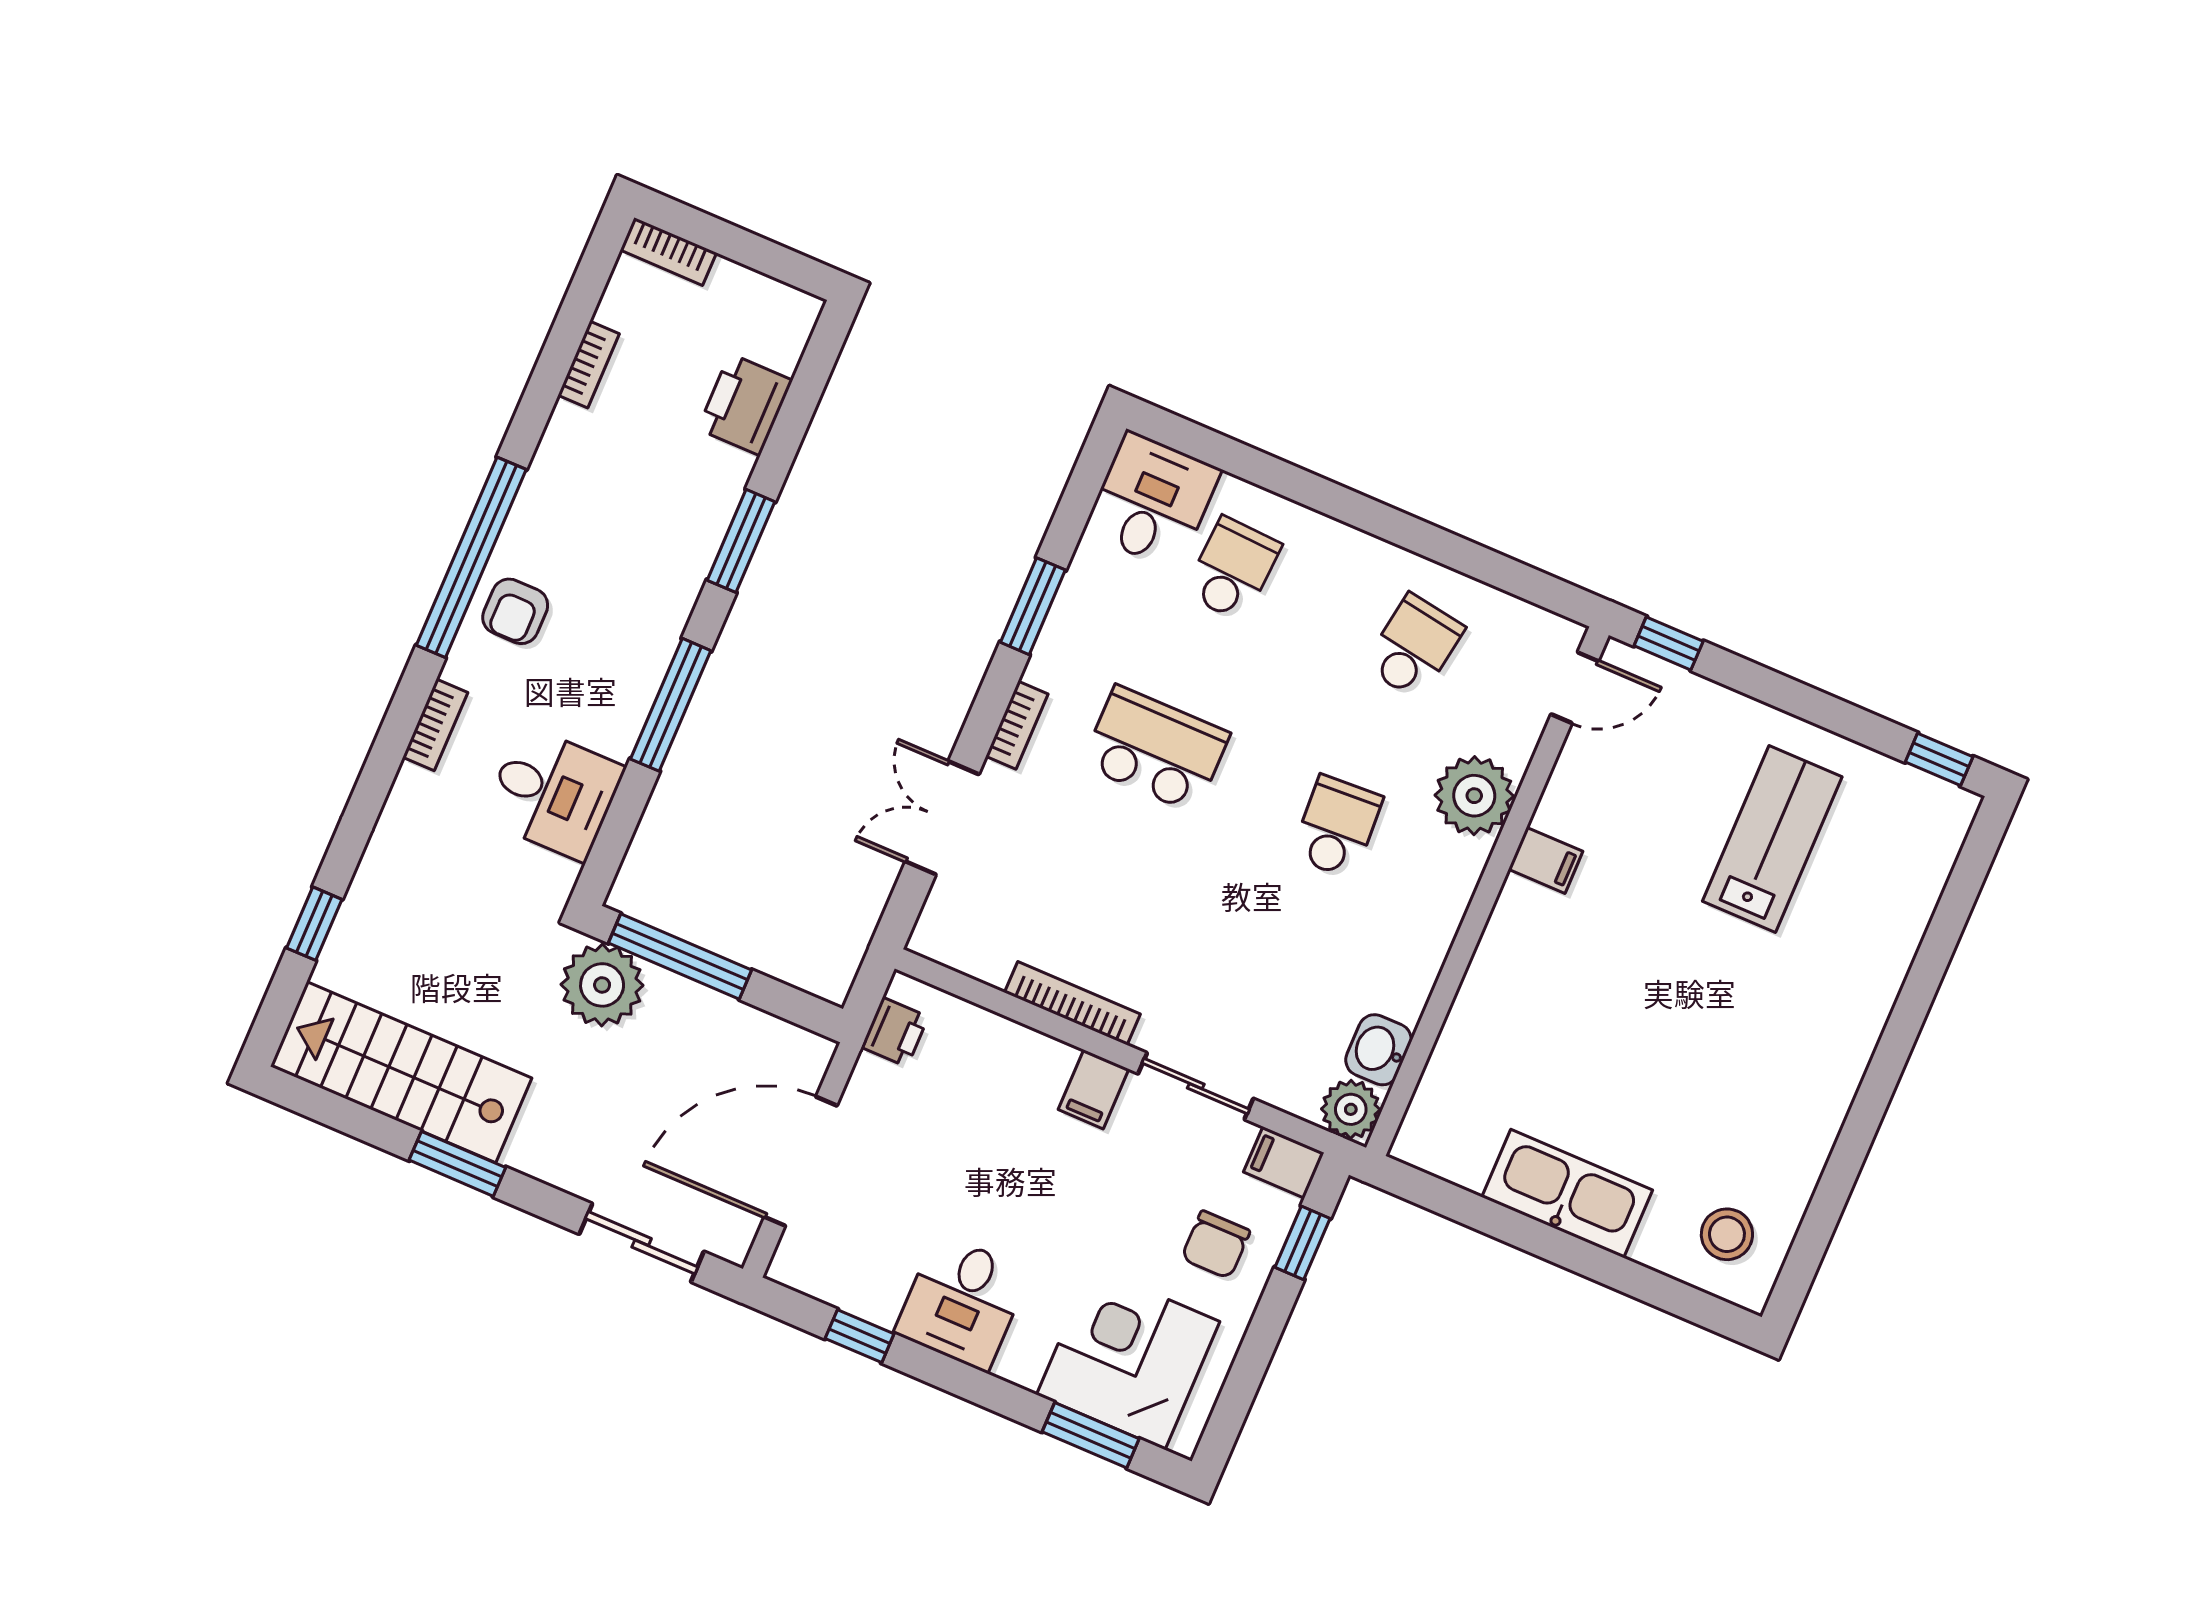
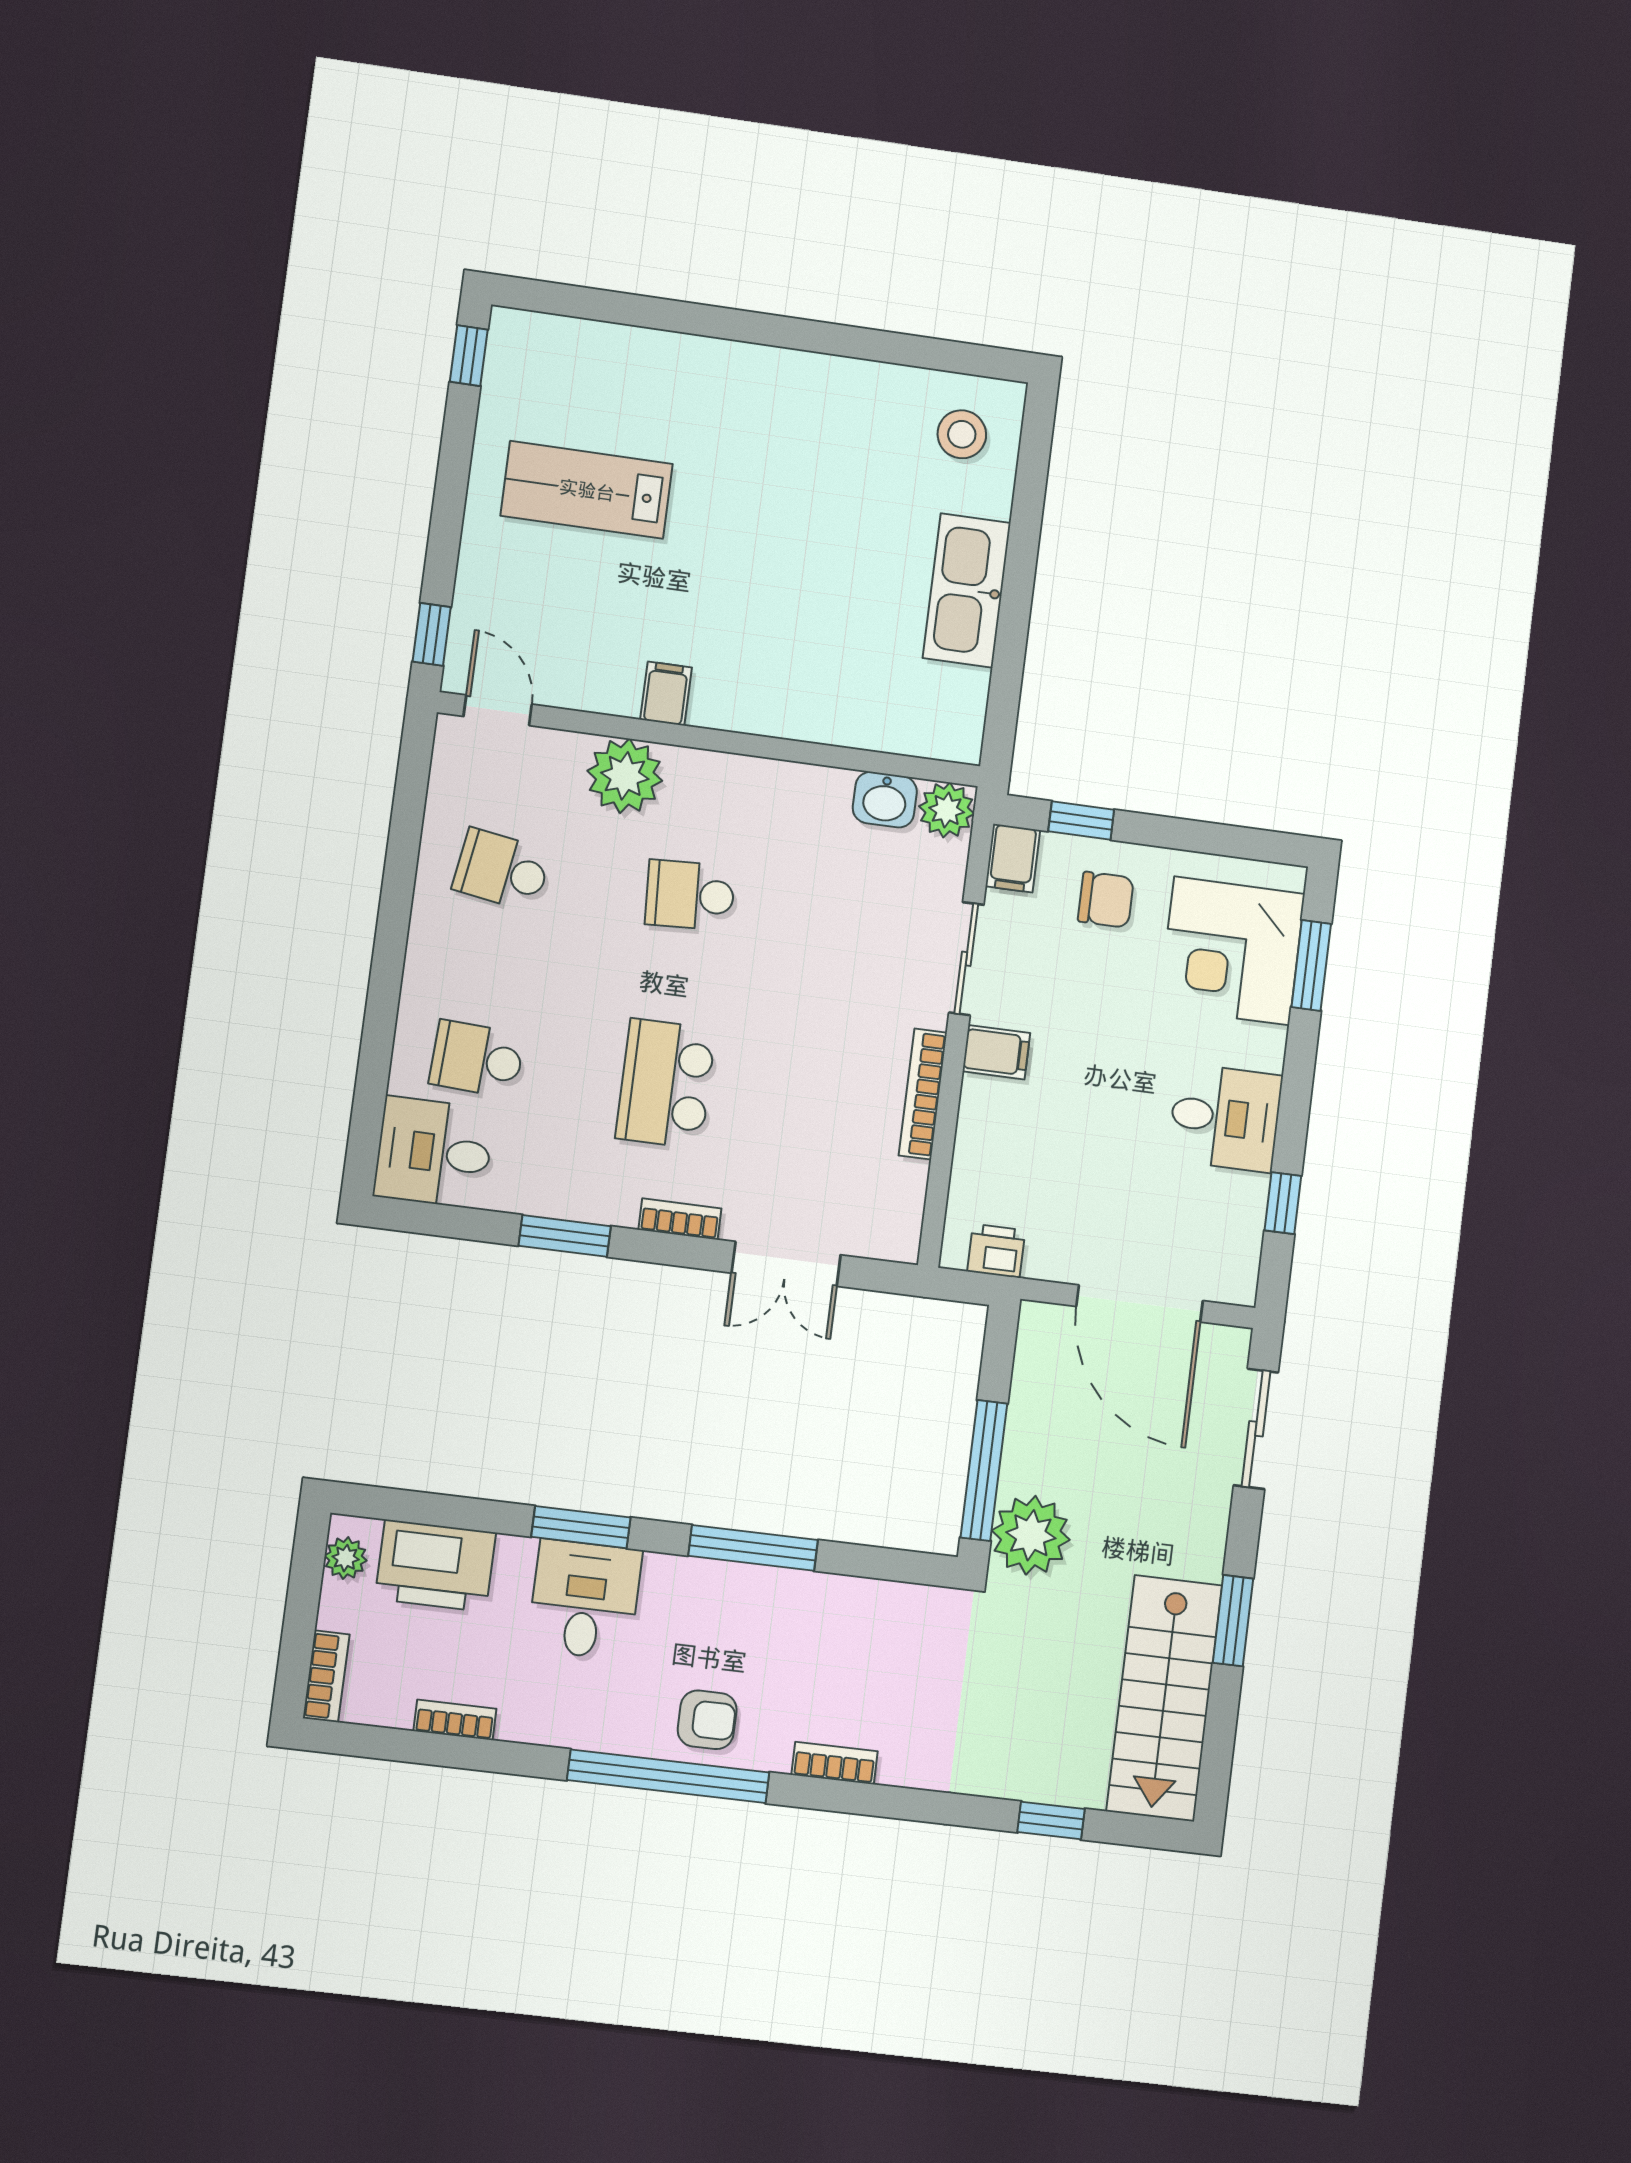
plant: (778, 302) -> (346, 1558), added
printer: (745, 405) -> (435, 1566), width x1.37, depth x1.19
desk: (554, 793) -> (585, 1600), moved

